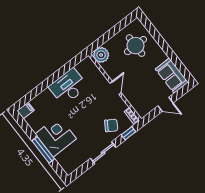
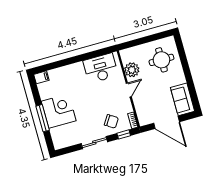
plant: (101, 55) -> (132, 70), moved
desk: (68, 87) -> (101, 68), moved
door: (165, 104) -> (167, 122), width x1.88

